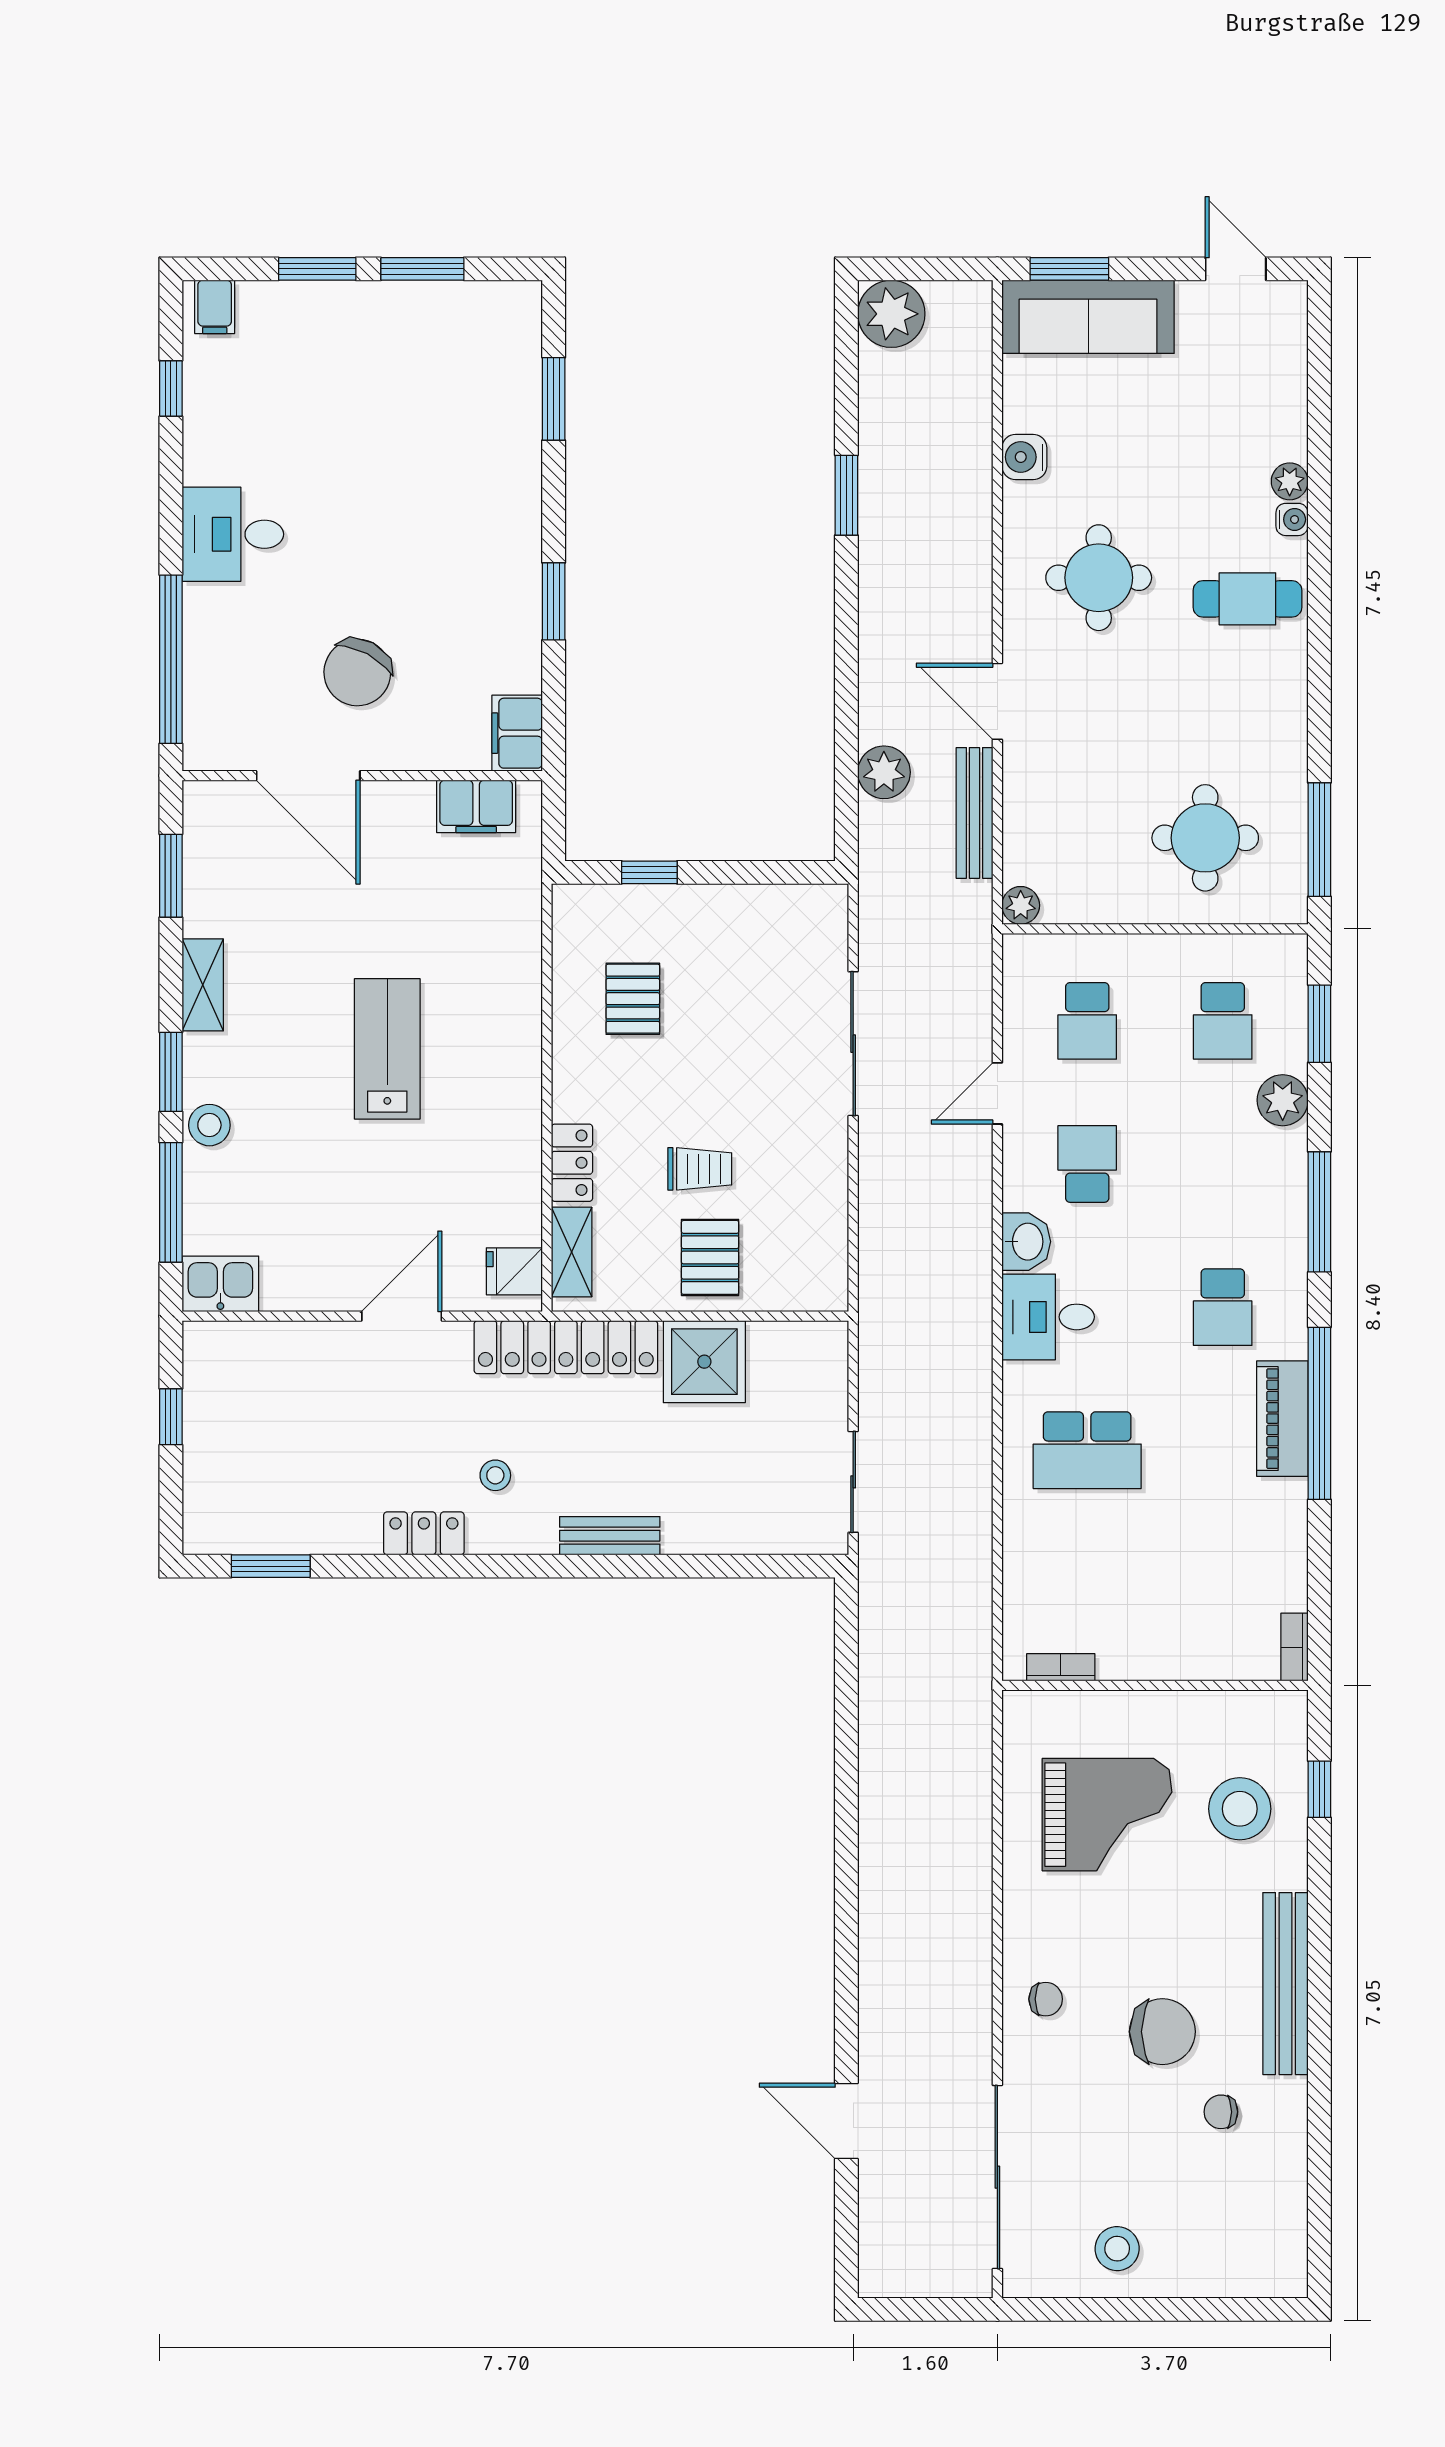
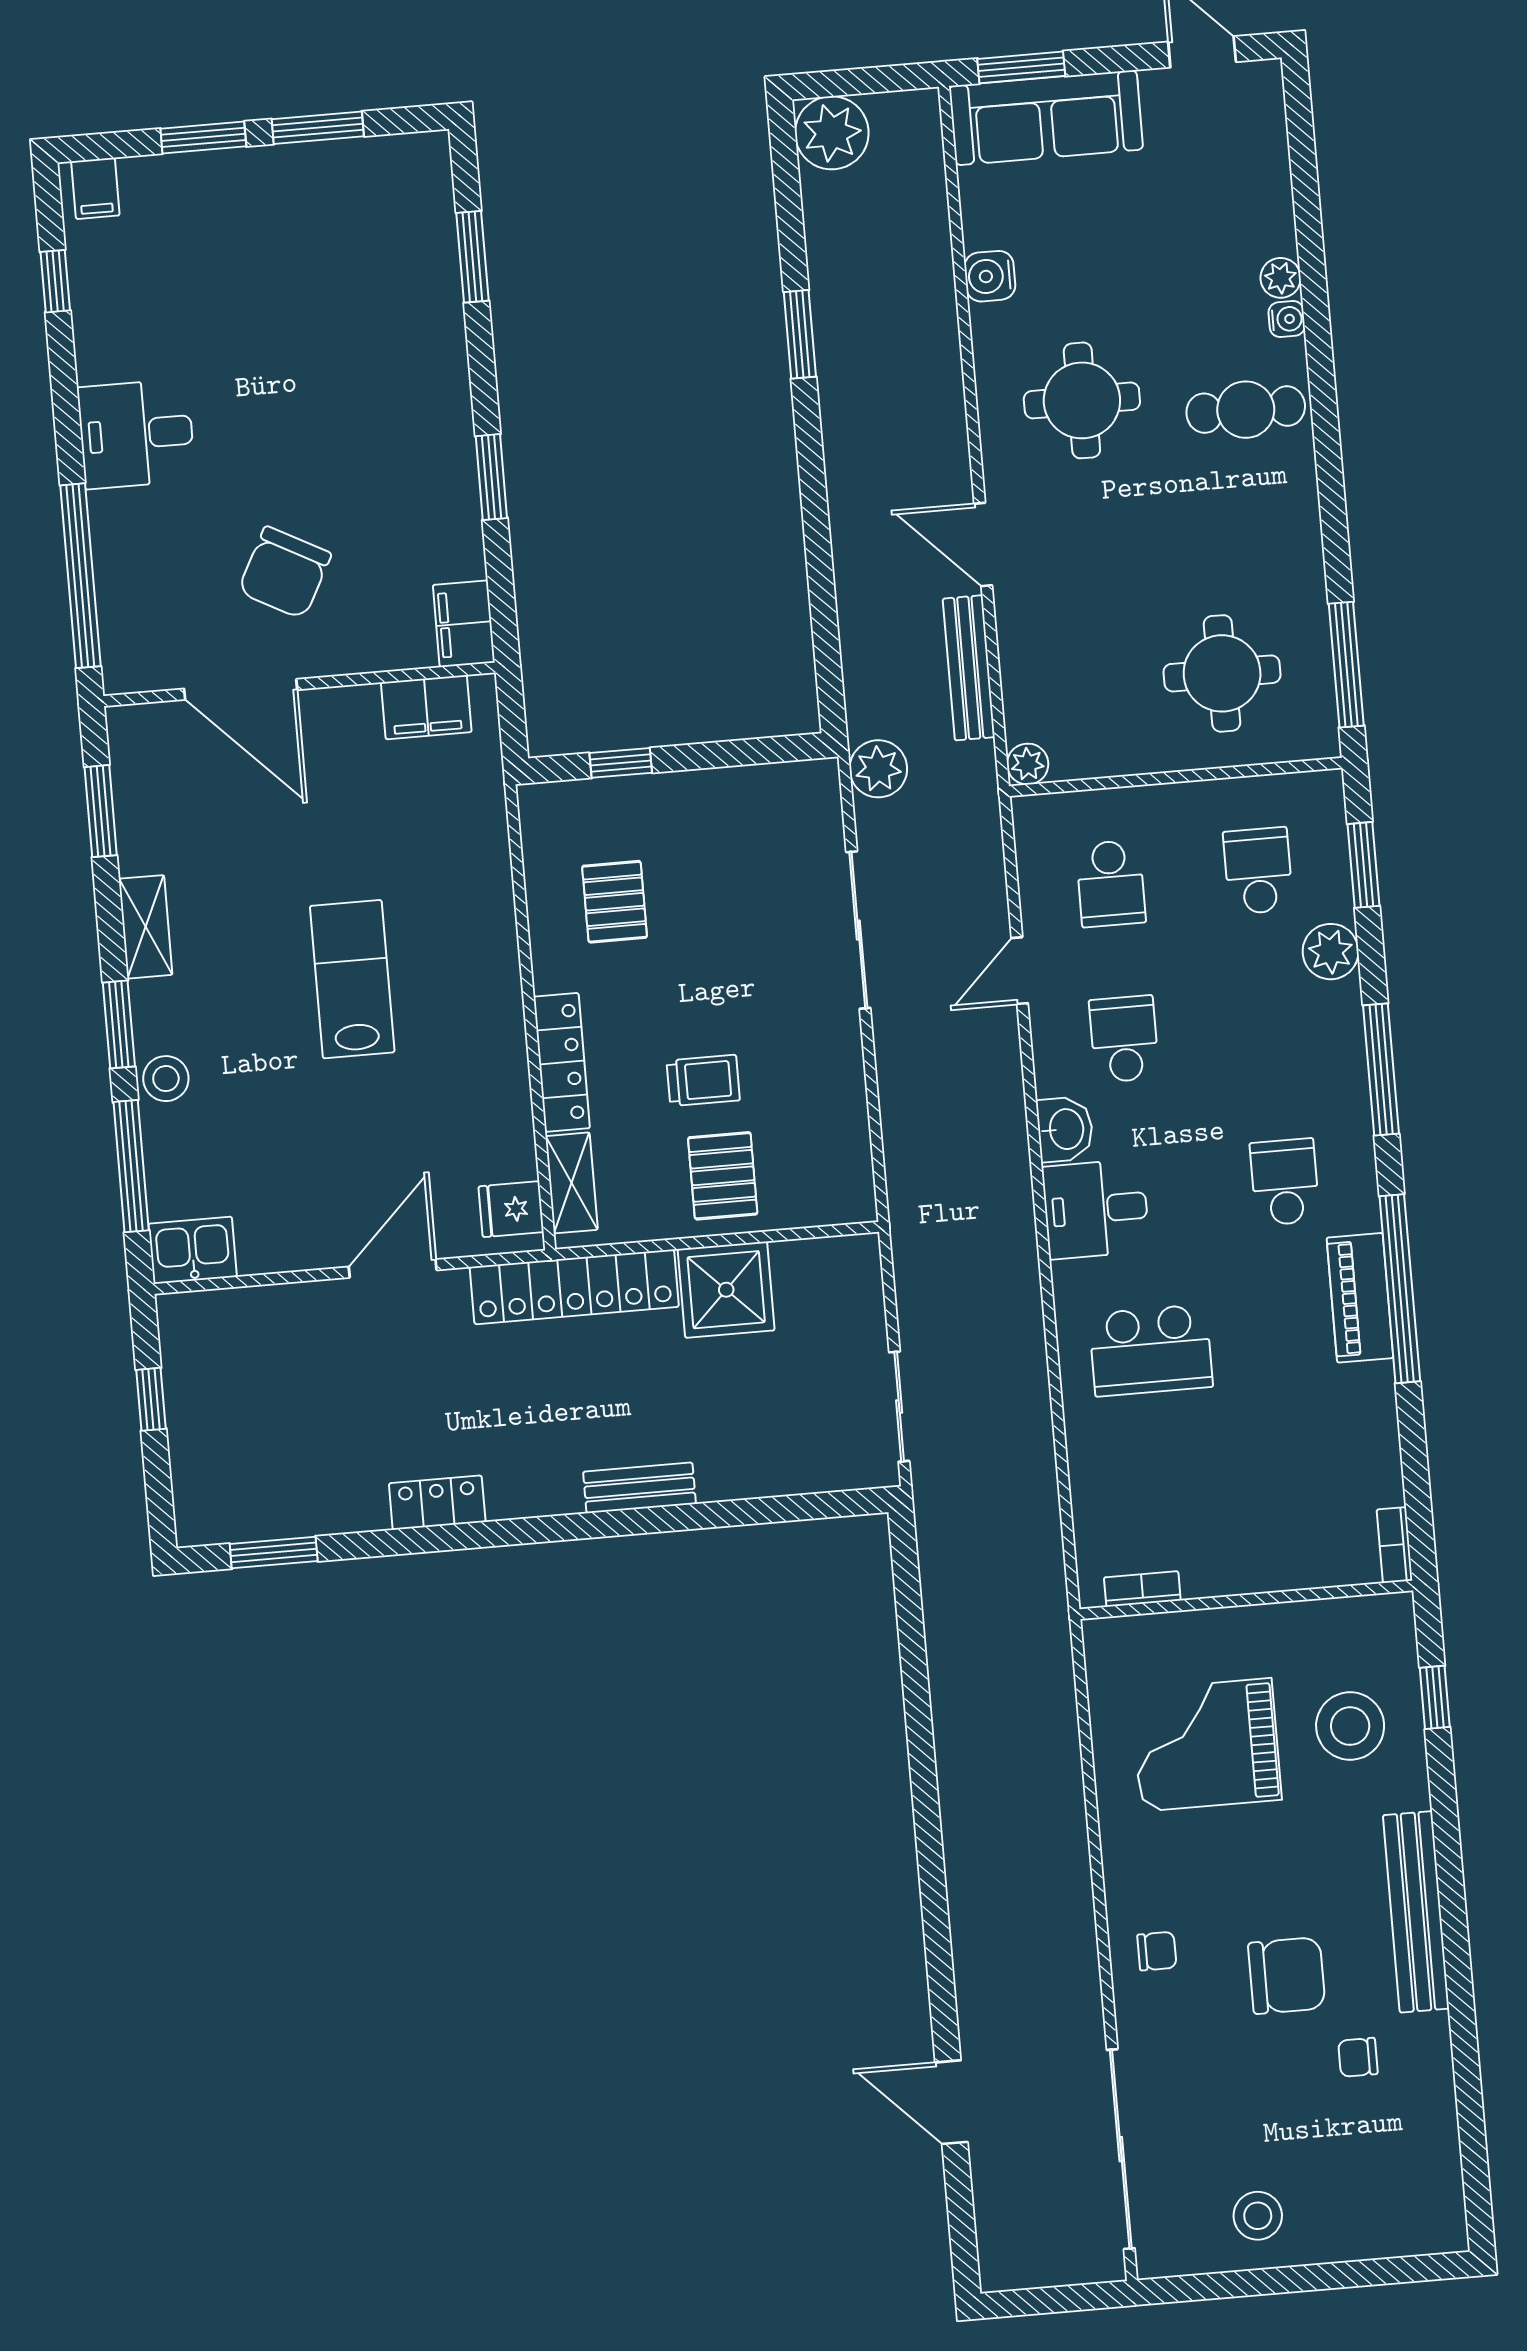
plant: (884, 772) -> (878, 769), moved
school desk: (1223, 1021) -> (1258, 871), turned 180
locker: (572, 1163) -> (562, 1062), width x1.53
school desk: (1223, 1307) -> (1285, 1182), turned 180
stool: (495, 1475) -> (509, 1433), removed
grand piano: (1107, 1815) -> (1206, 1745), turned 180

